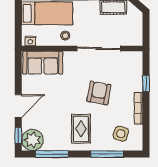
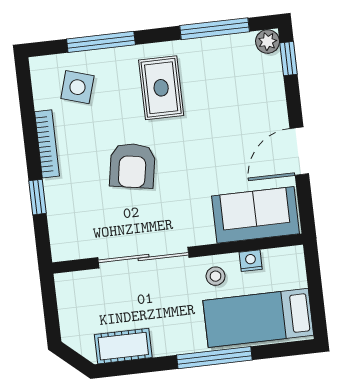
nightstand: (30, 41) -> (251, 261), moved
door: (18, 106) -> (299, 151), moved
plant: (32, 140) -> (268, 42), width x0.53, depth x0.53

